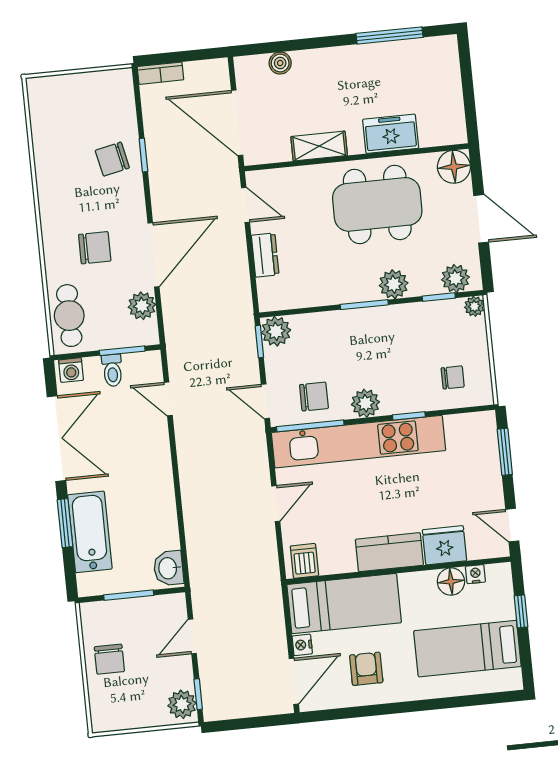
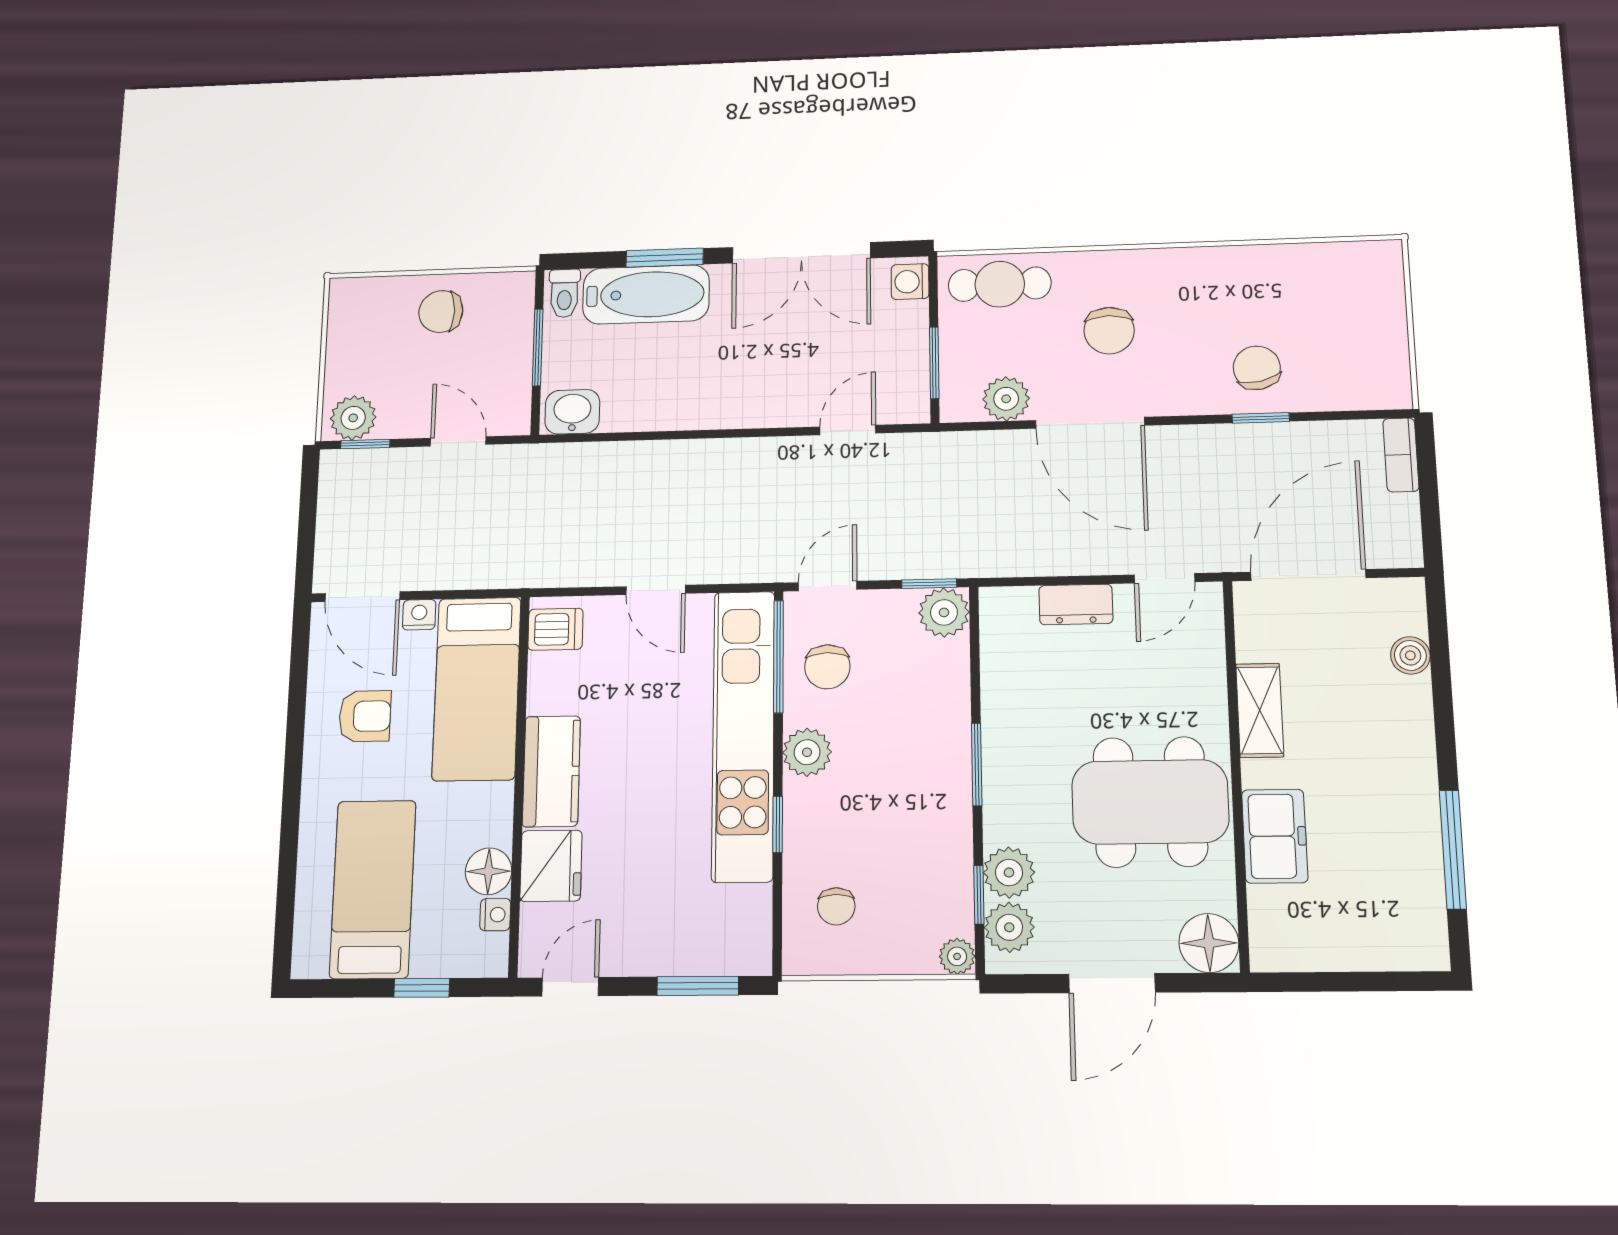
dining table: (377, 204) -> (1150, 802), turned 90
plant: (394, 284) -> (1009, 873), moved
toilet: (112, 370) -> (564, 293), moved, turned -90

